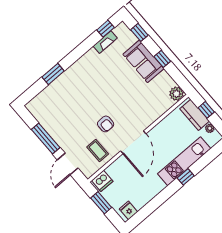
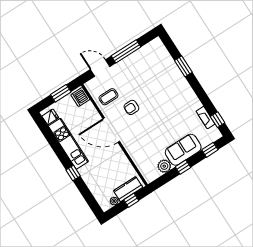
plant: (176, 94) -> (164, 166), moved
kitchen unit: (184, 161) -> (68, 144), moved

